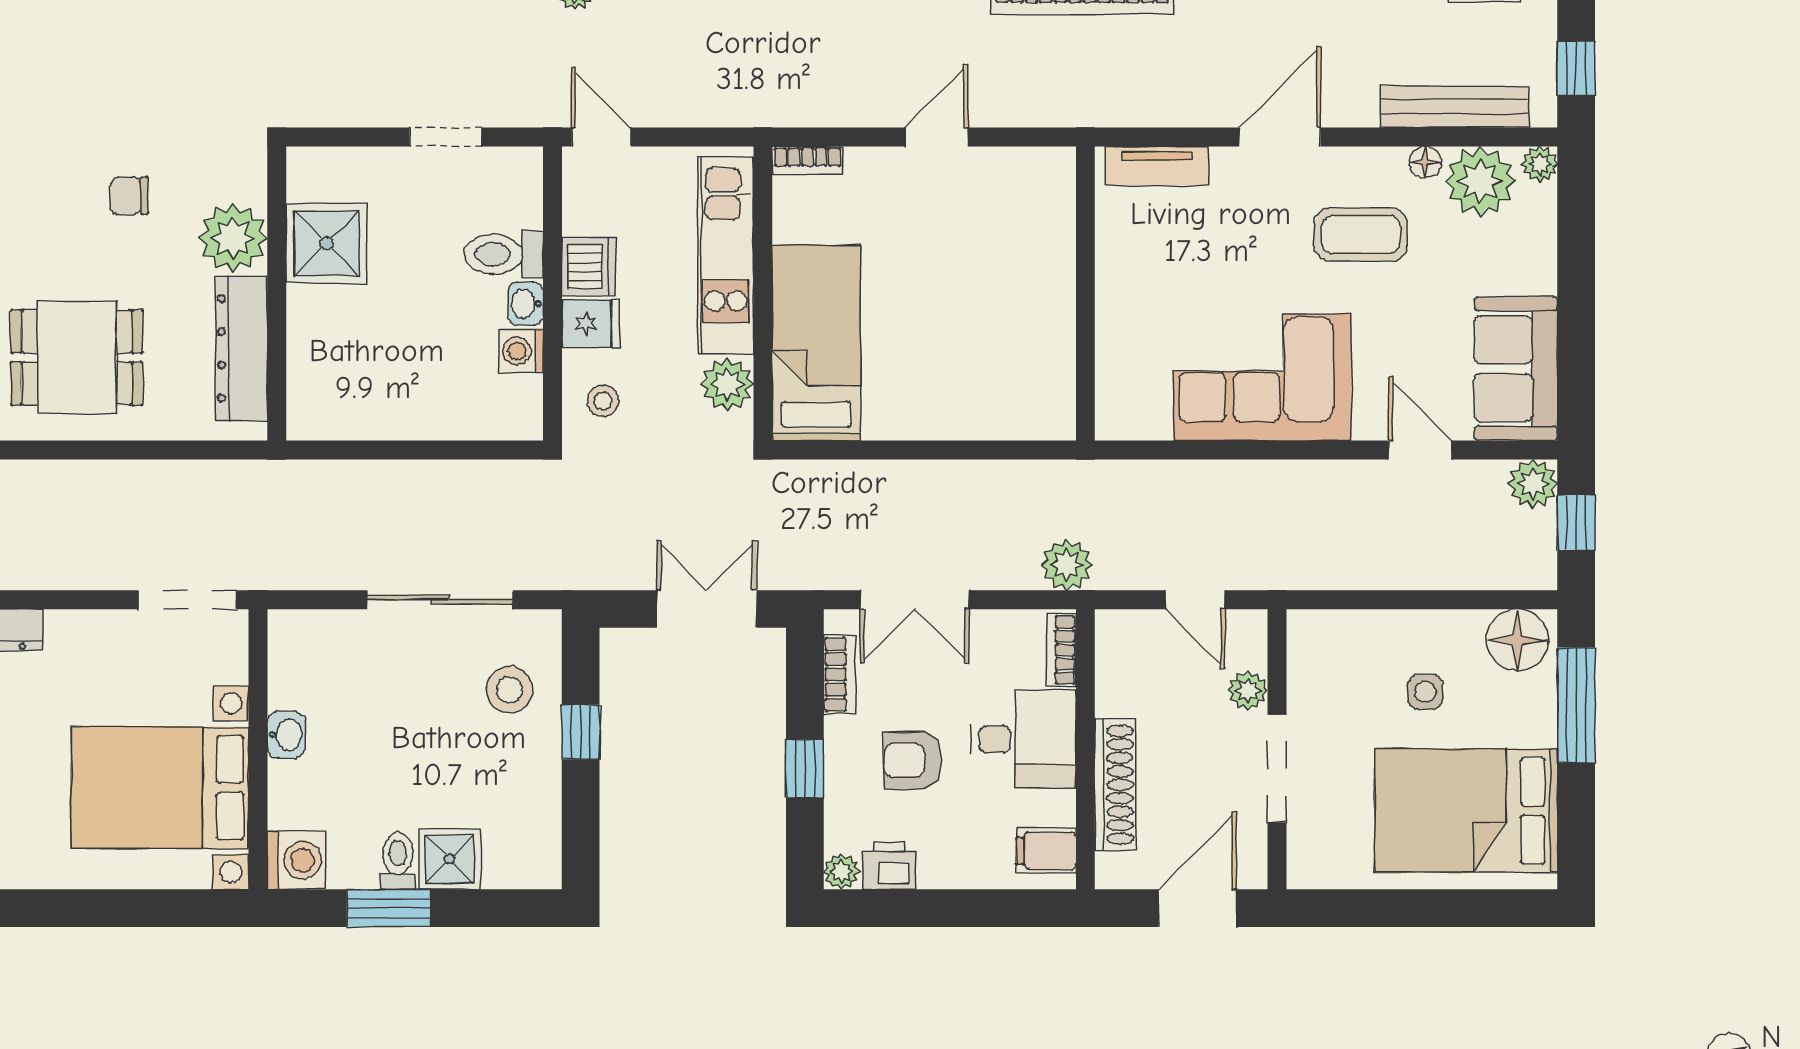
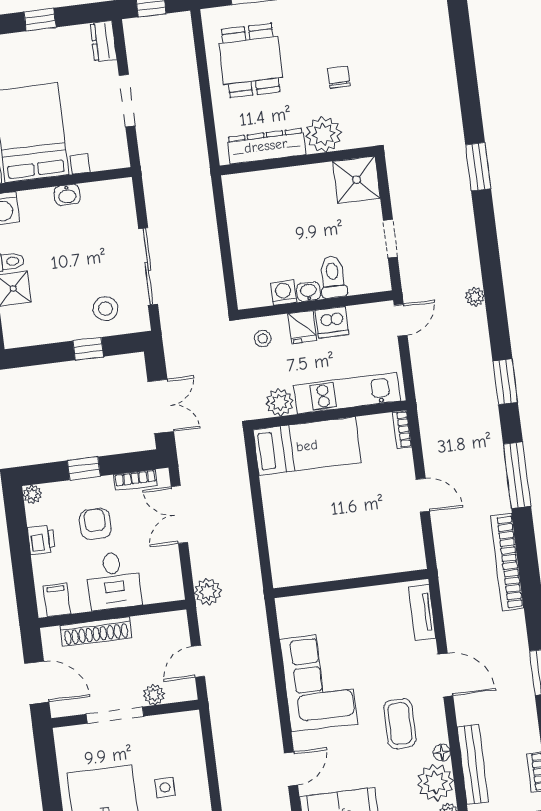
shower: (326, 243) -> (357, 180), moved
doorway: (188, 600) -> (127, 101), moved
bookcase: (1061, 650) -> (163, 595), removed
printer: (889, 866) -> (41, 540), moved

